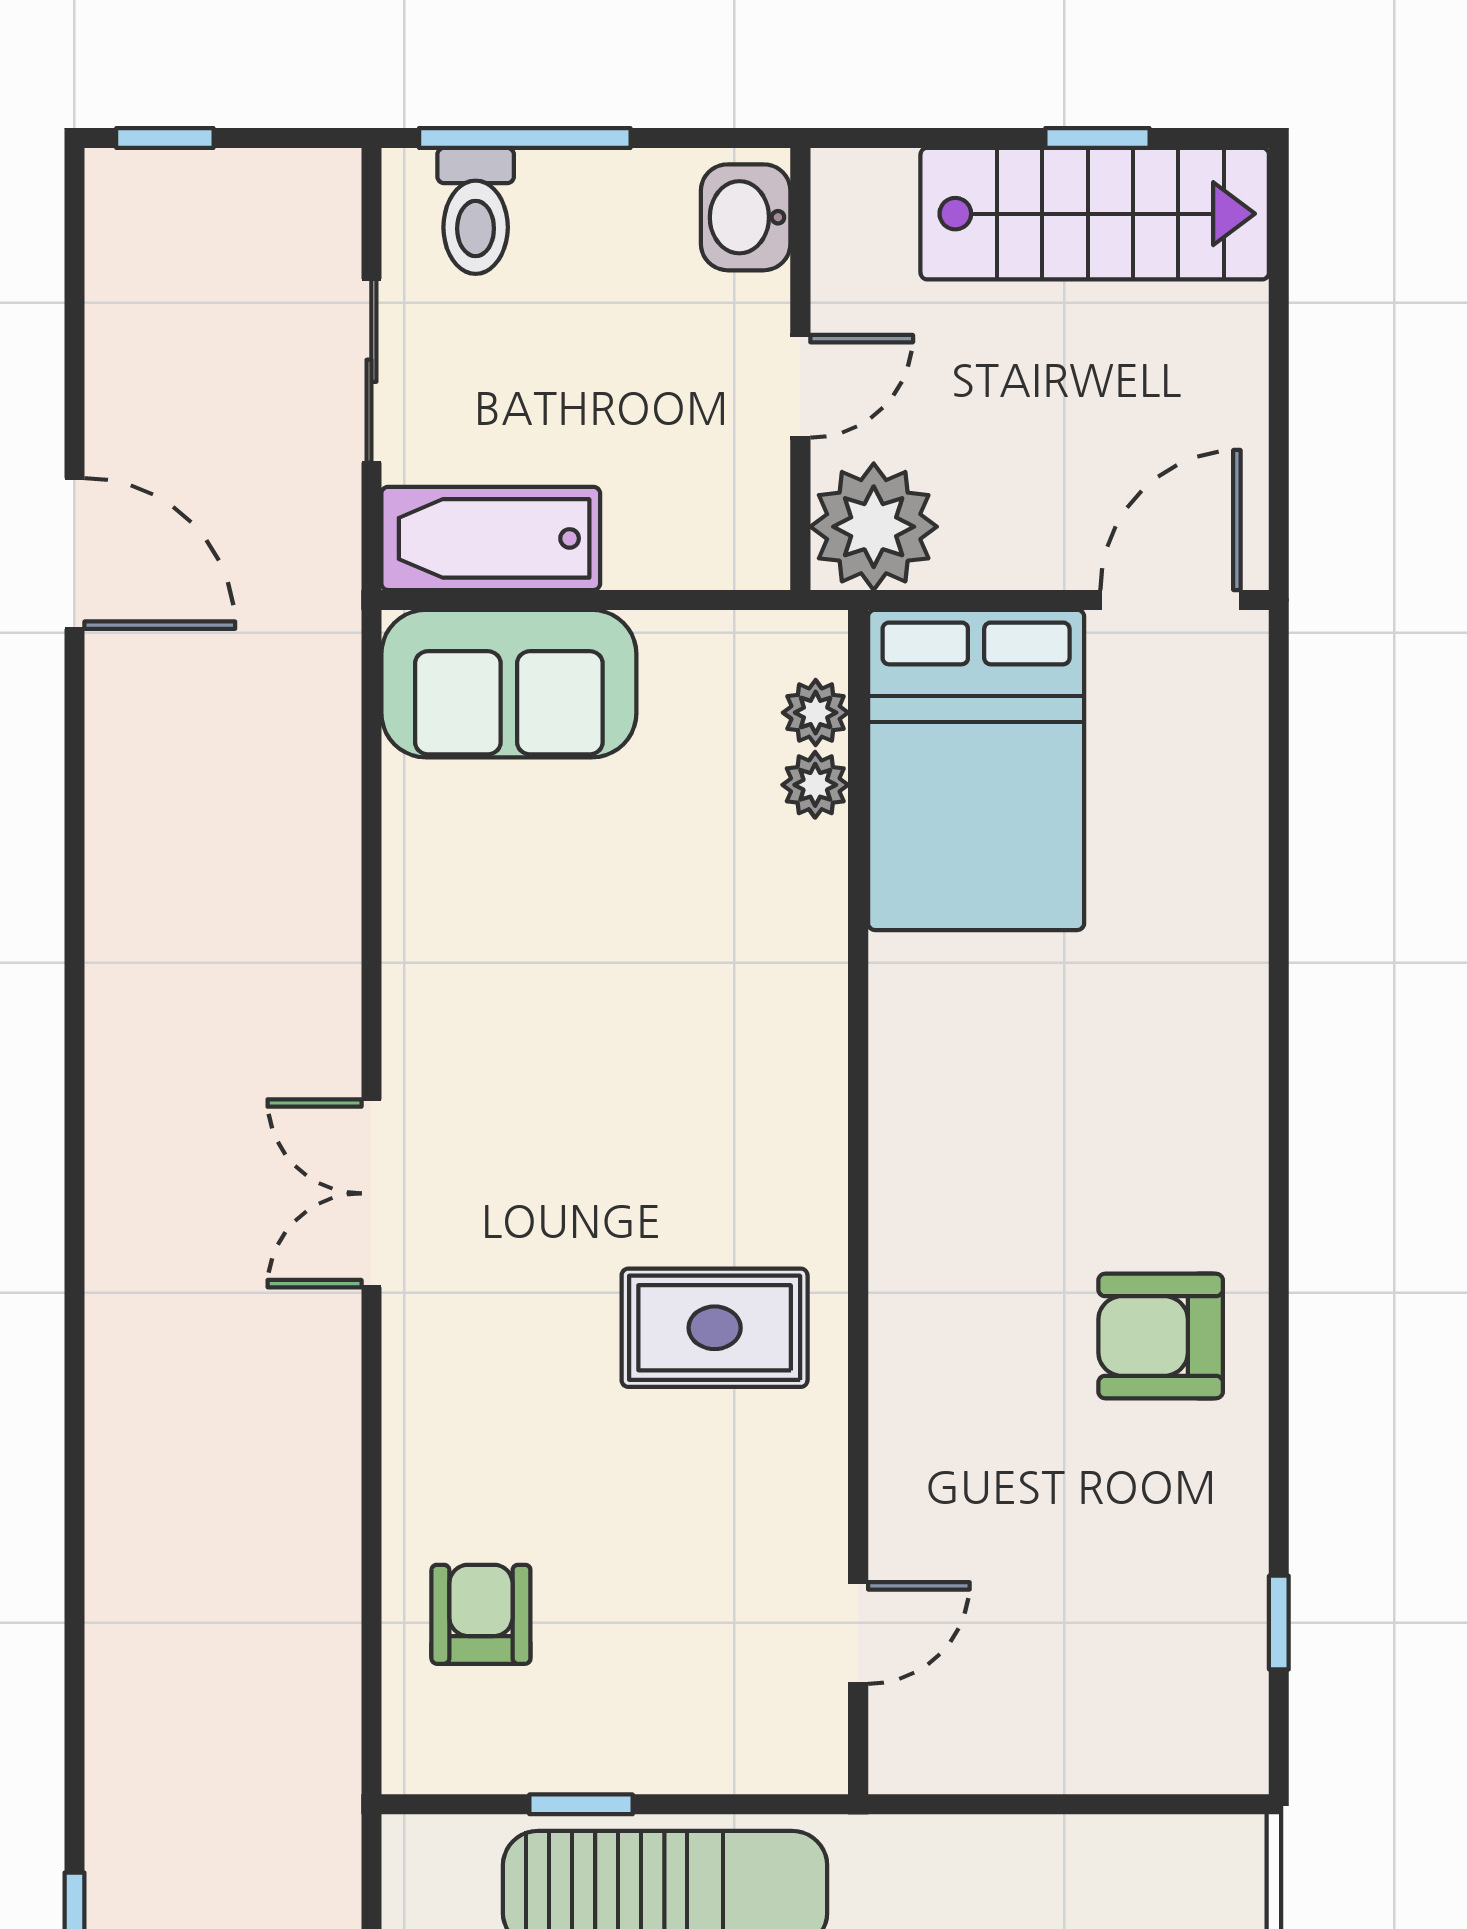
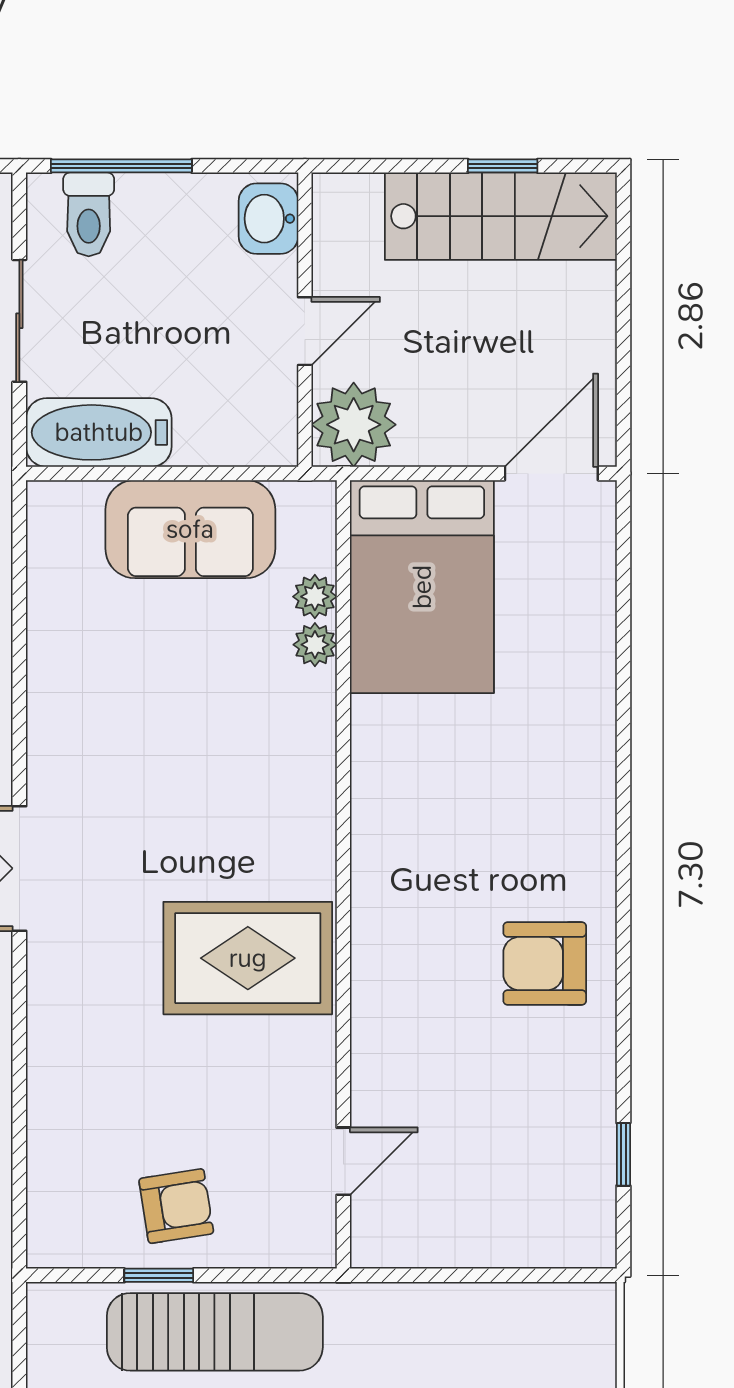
sofa: (509, 684) -> (190, 529), moved
plant: (816, 713) -> (315, 645), moved
rug: (715, 1328) -> (248, 958), width x1.36, depth x1.43
armchair: (481, 1614) -> (176, 1206), moved, turned 81

